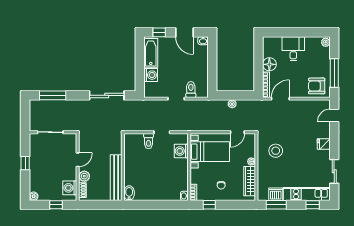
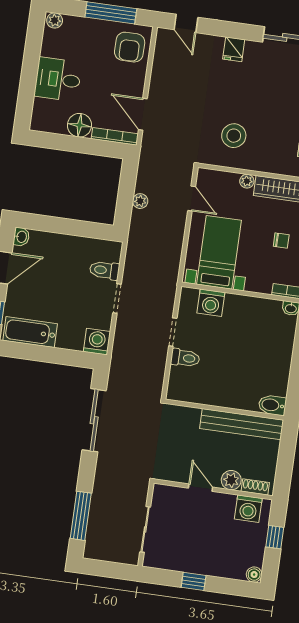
washing machine: (151, 75) -> (97, 342), moved

